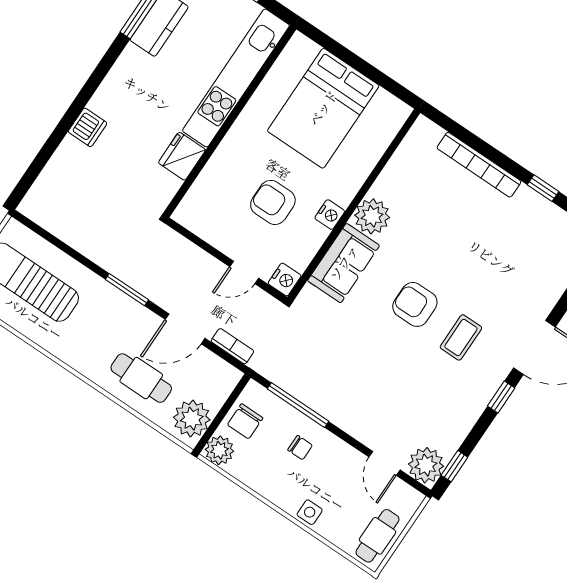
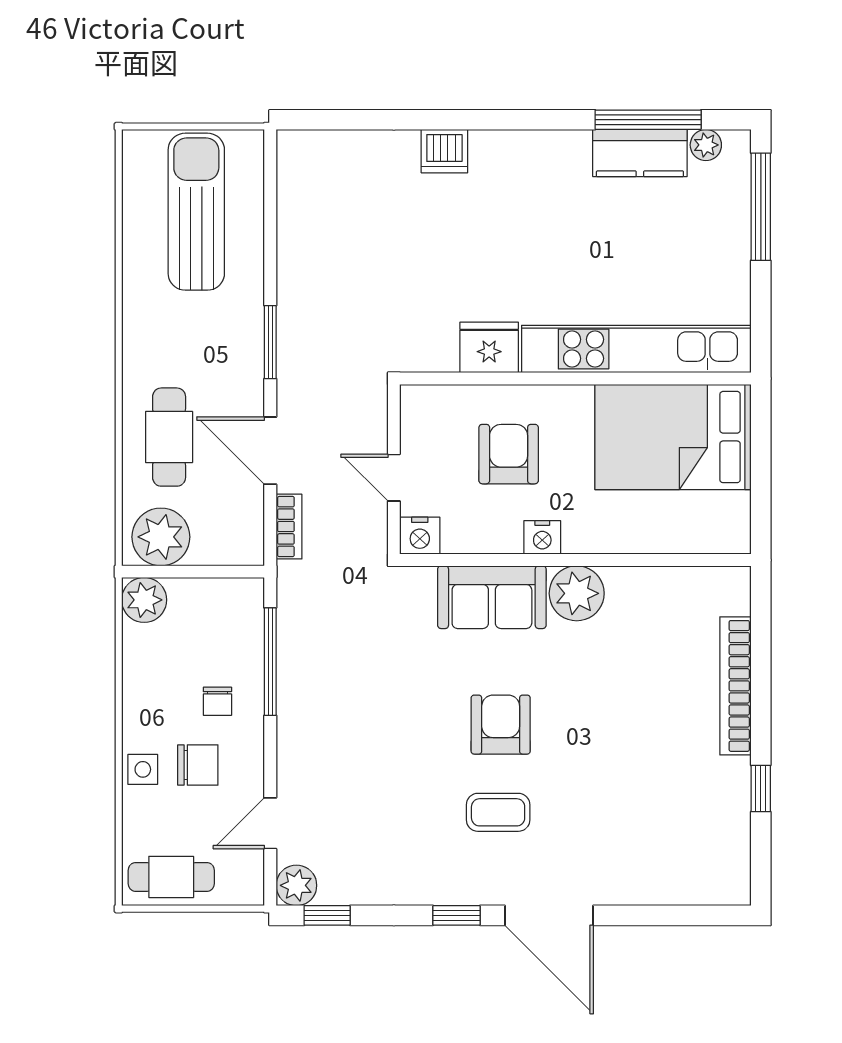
kitchen unit: (236, 78) -> (636, 349), moved
wall: (230, 121) -> (575, 378), moved
fridge: (182, 156) -> (489, 347), moved
chair: (245, 421) -> (198, 765), moved, turned 180
plant: (426, 465) -> (296, 885), width x0.73, depth x0.73

